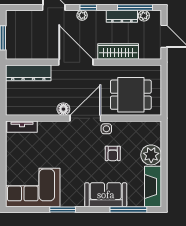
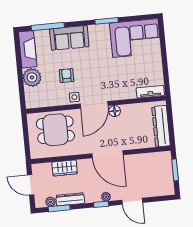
window: (135, 8) -> (59, 208), width x0.69
wardrobe: (118, 52) -> (65, 168), width x0.67
dresser: (28, 73) -> (161, 126), moved, turned -90

